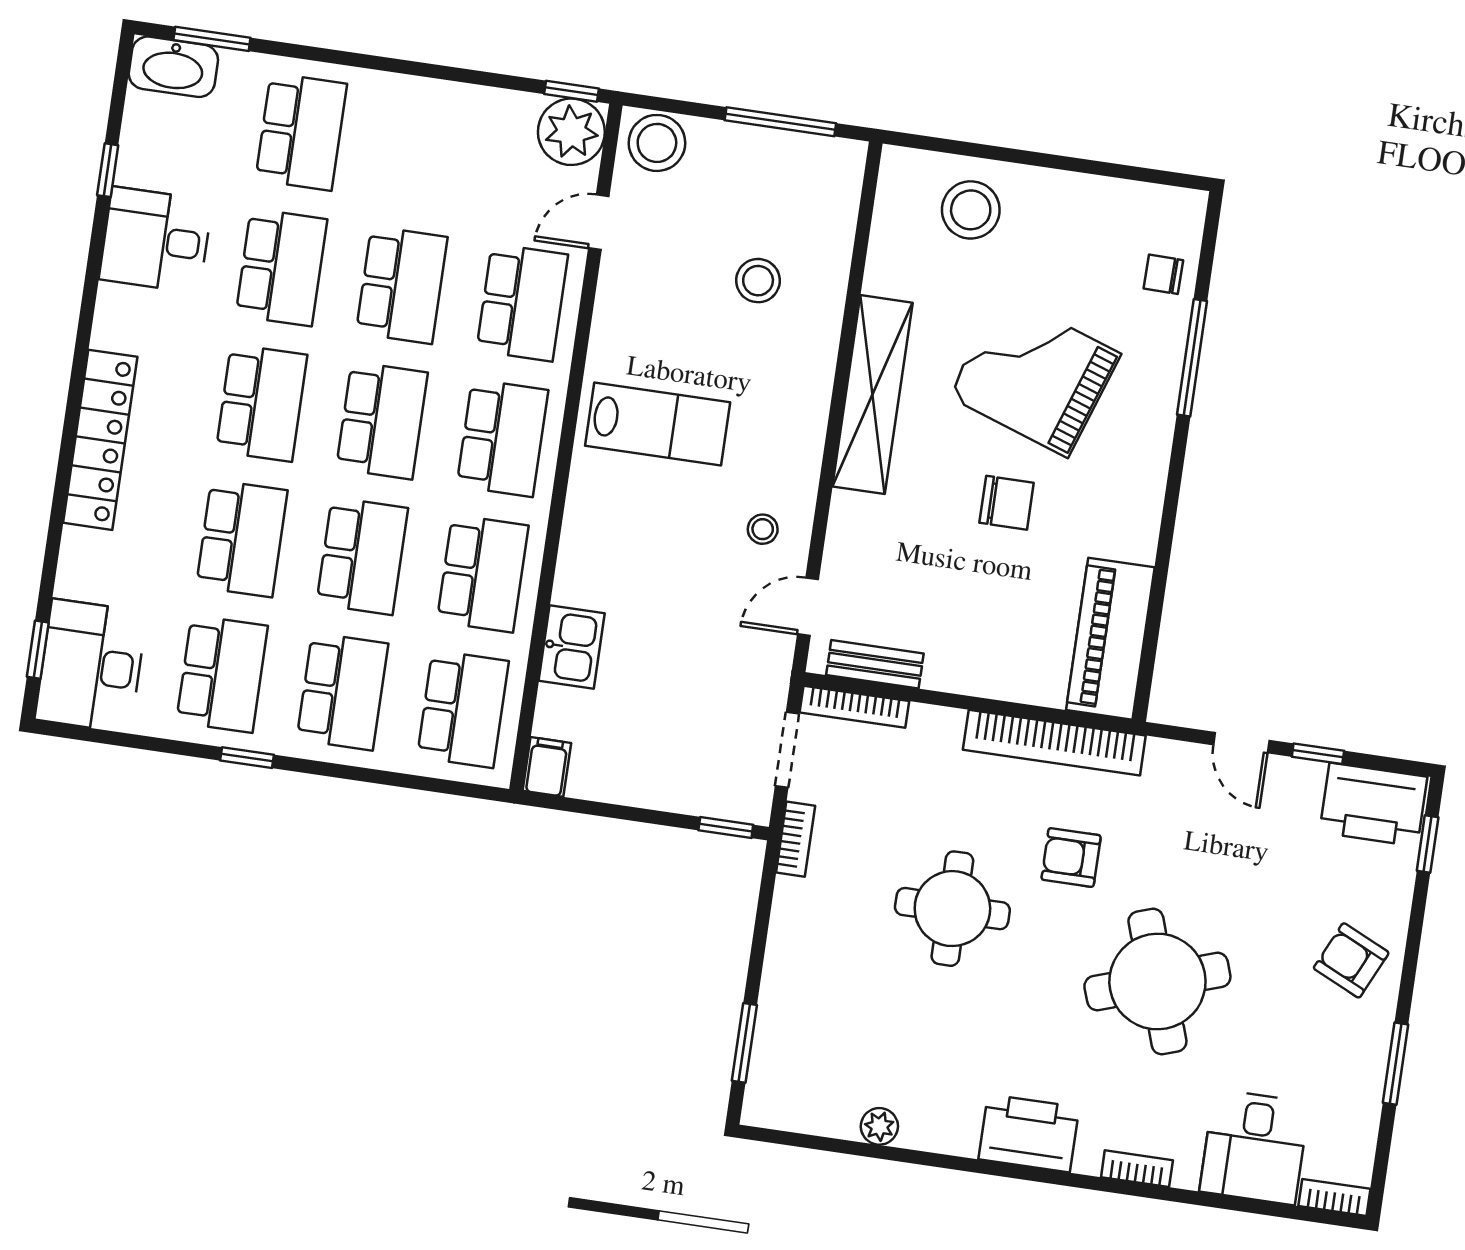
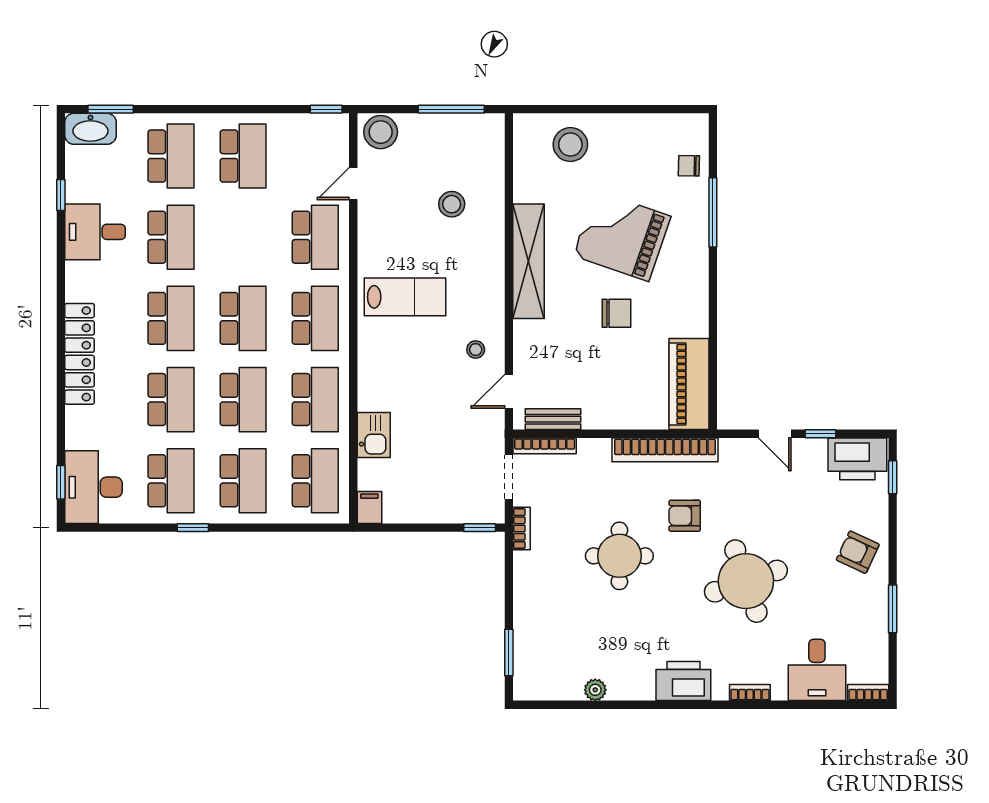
plant: (571, 132) -> (329, 133), removed
school desk: (402, 285) -> (243, 156), moved

